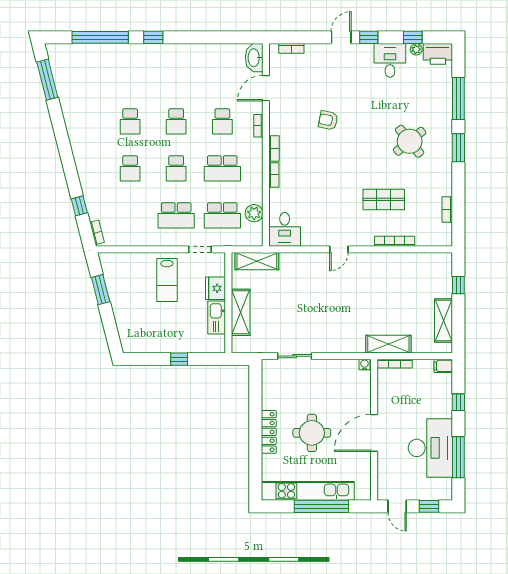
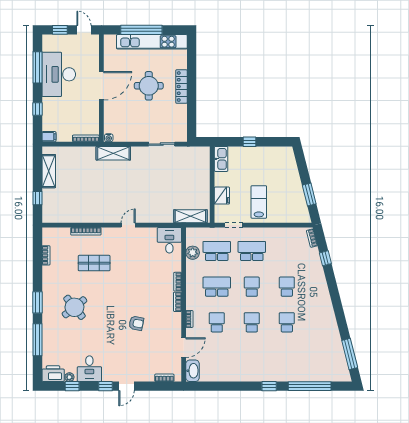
shelving: (241, 312) -> (203, 177), removed
kitchen sink: (217, 317) -> (221, 159), moved
shelving: (388, 344) -> (113, 153), moved

